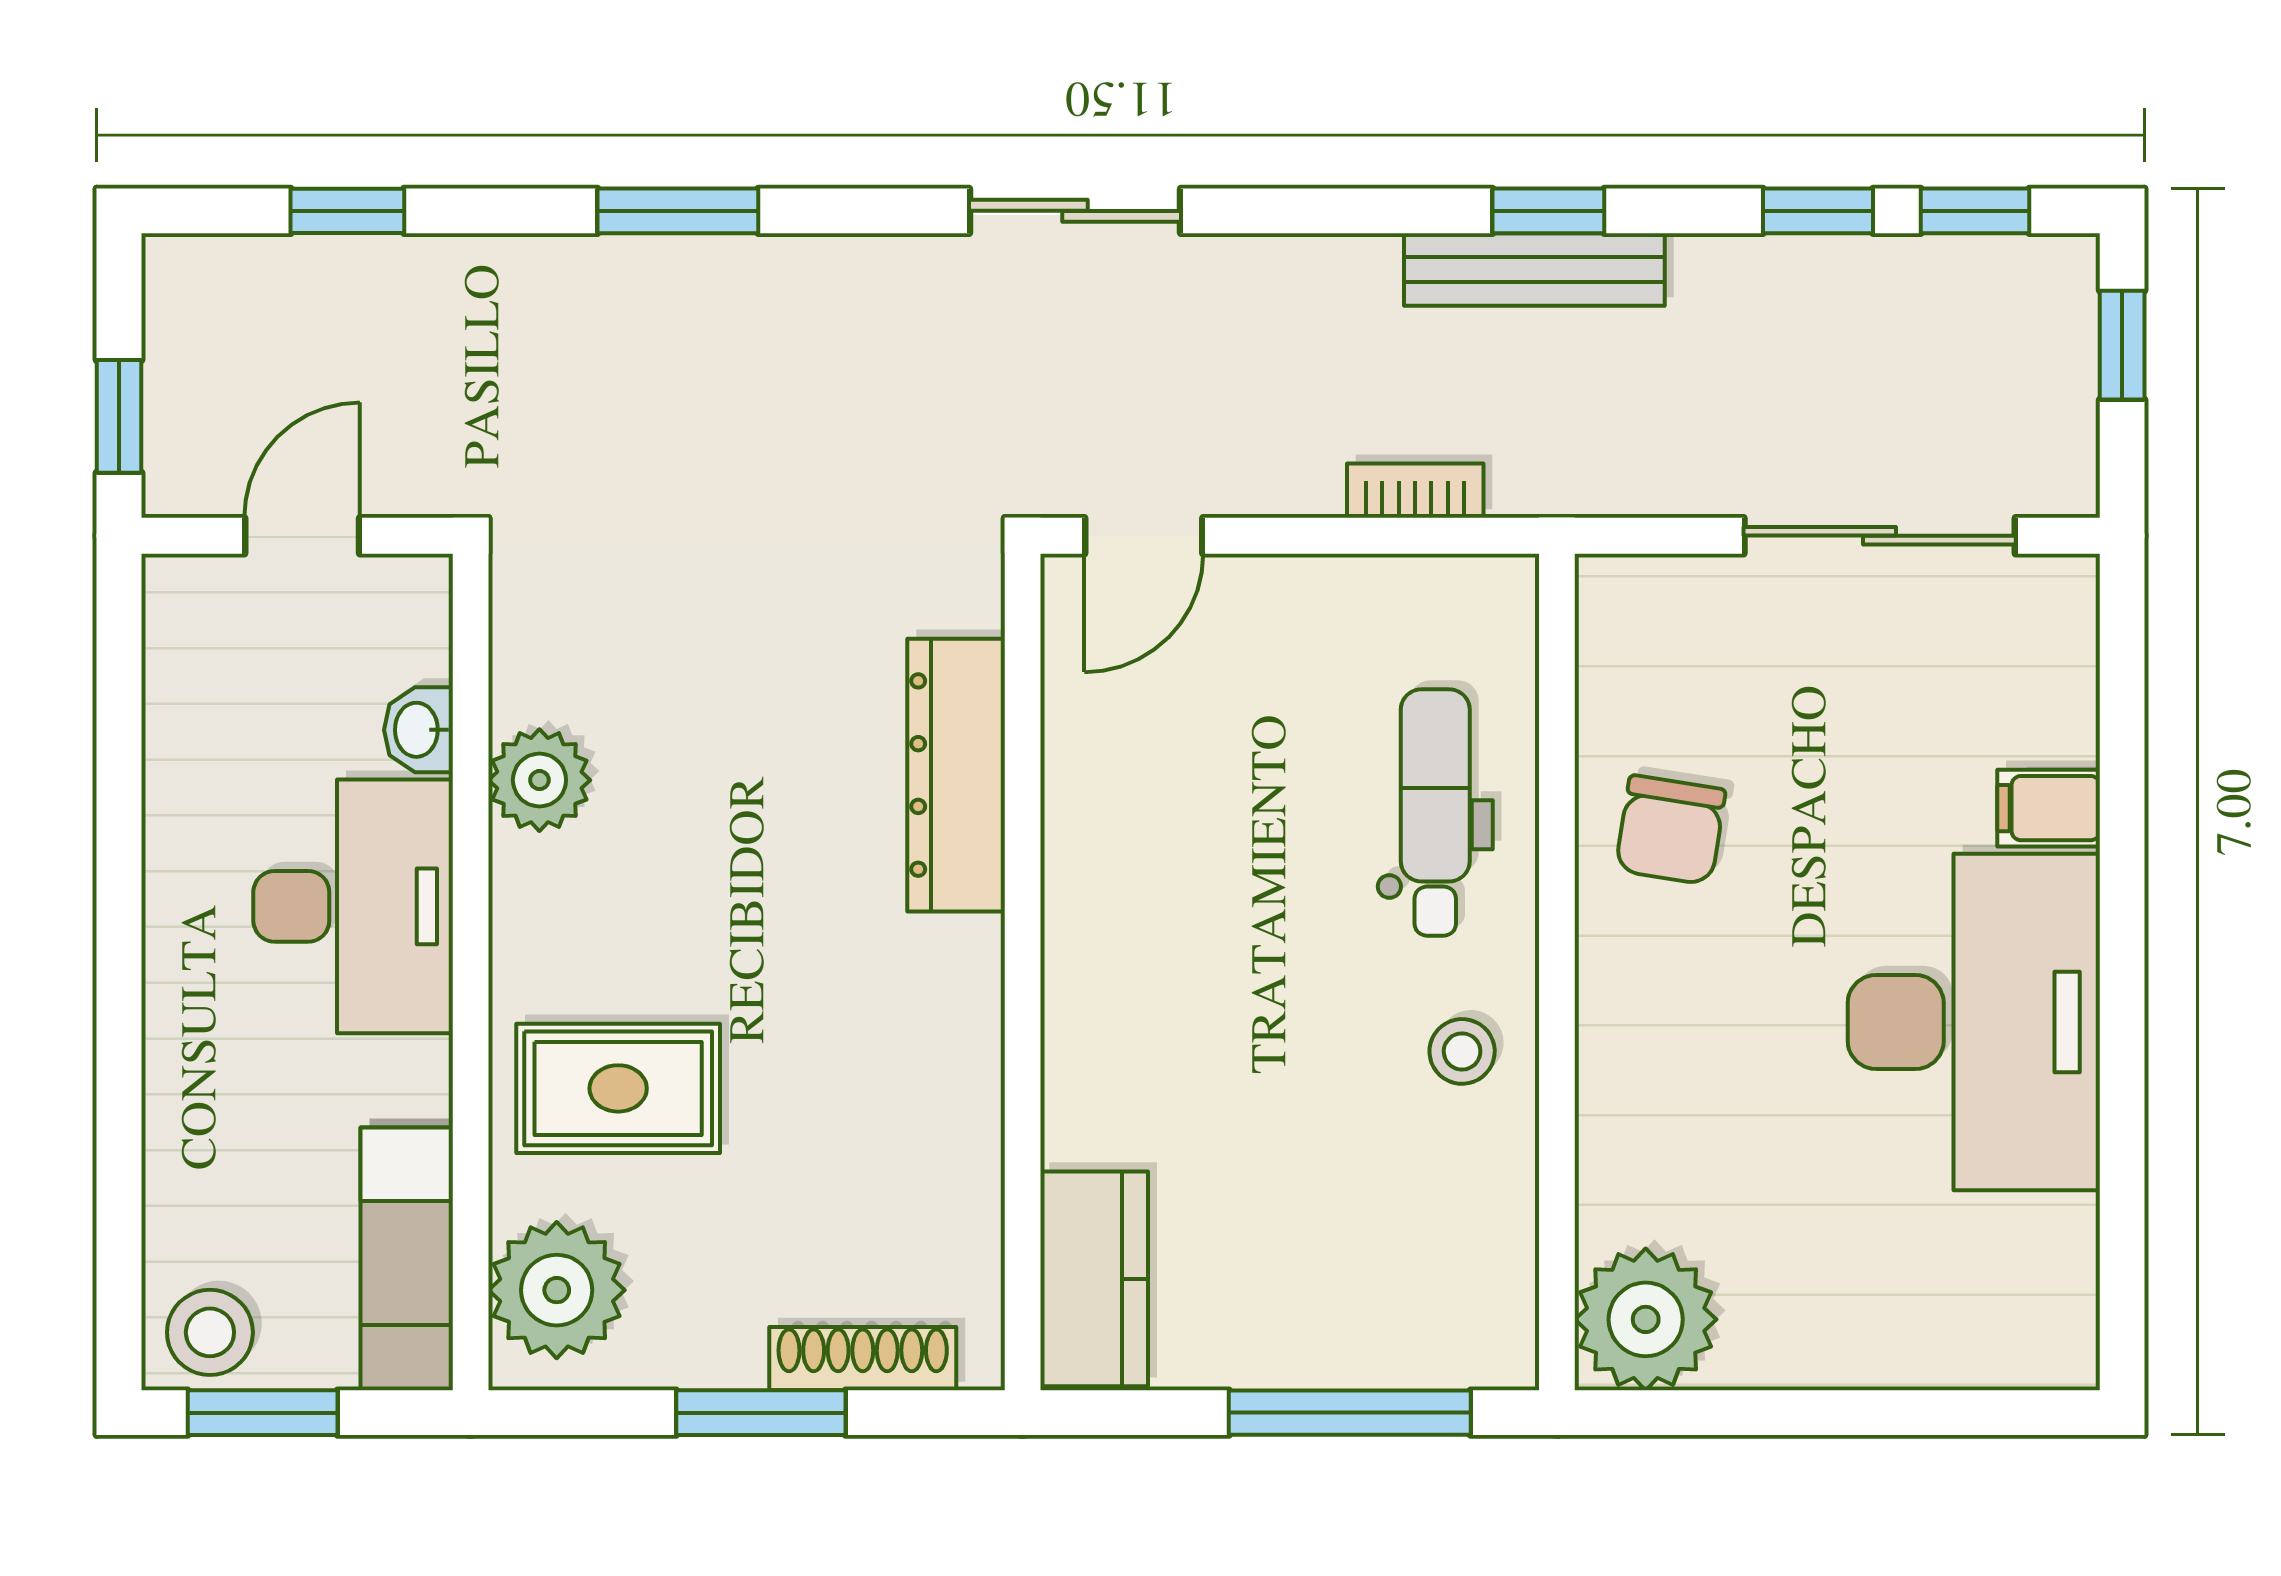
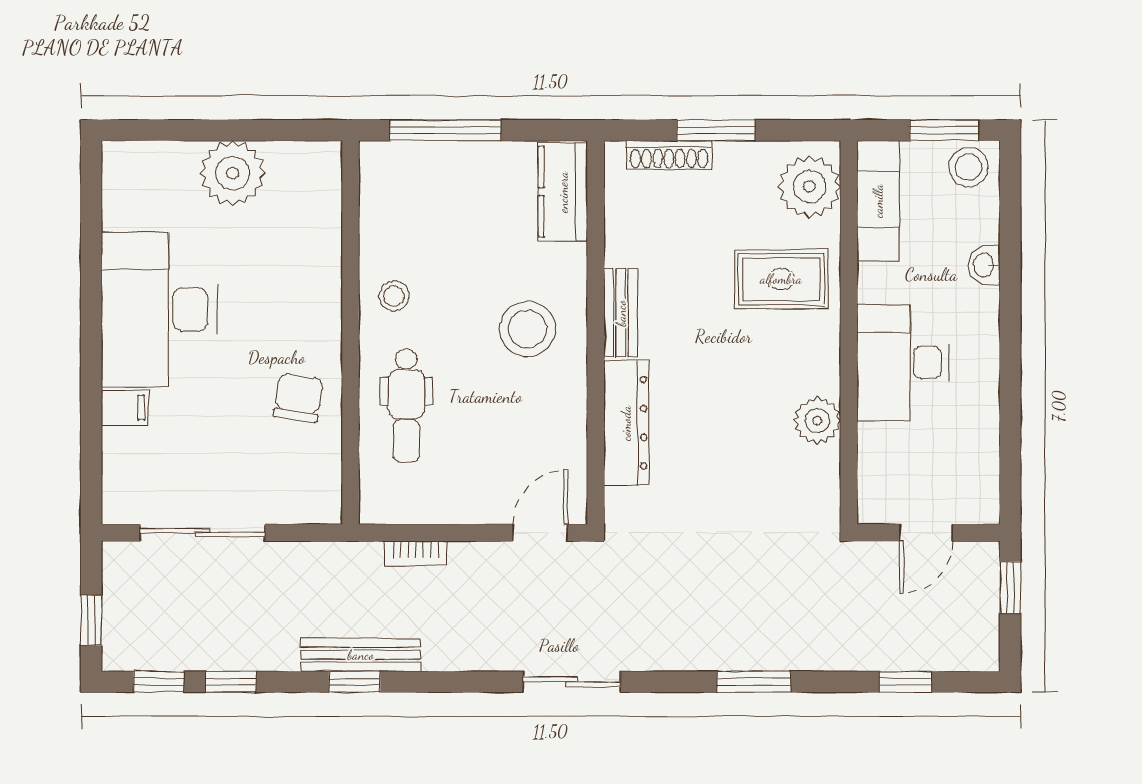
washbasin: (418, 730) -> (984, 265), moved, turned 180
stool: (1171, 980) -> (528, 329), added
bench: (968, 1015) -> (621, 313), added
plant: (1646, 1319) -> (233, 173), moved

